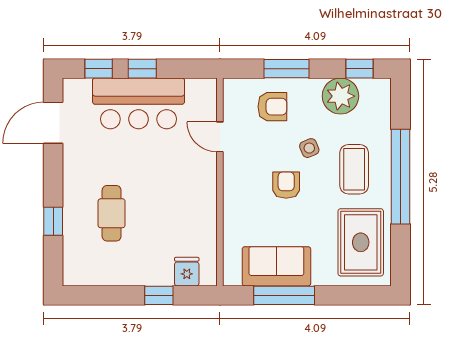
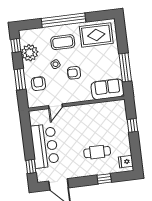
window: (142, 69) -> (28, 146), removed
sofa: (276, 266) -> (107, 89), moved, turned 90
fridge: (187, 272) -> (126, 162), moved

